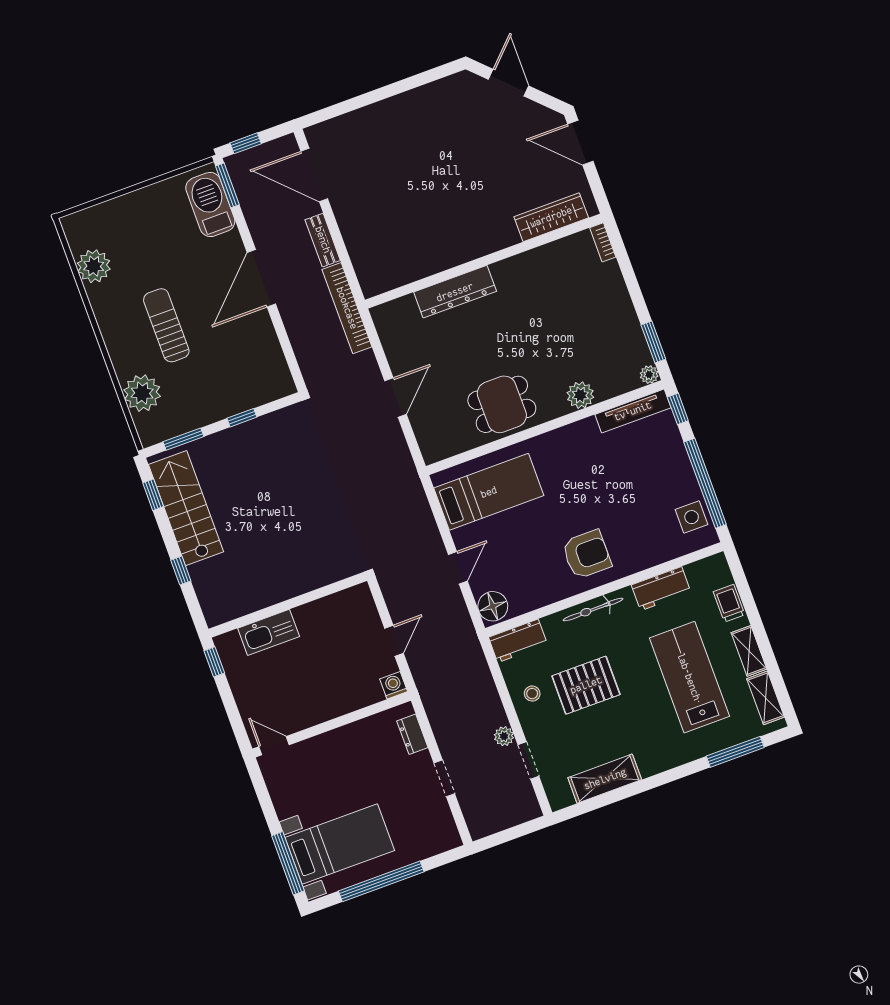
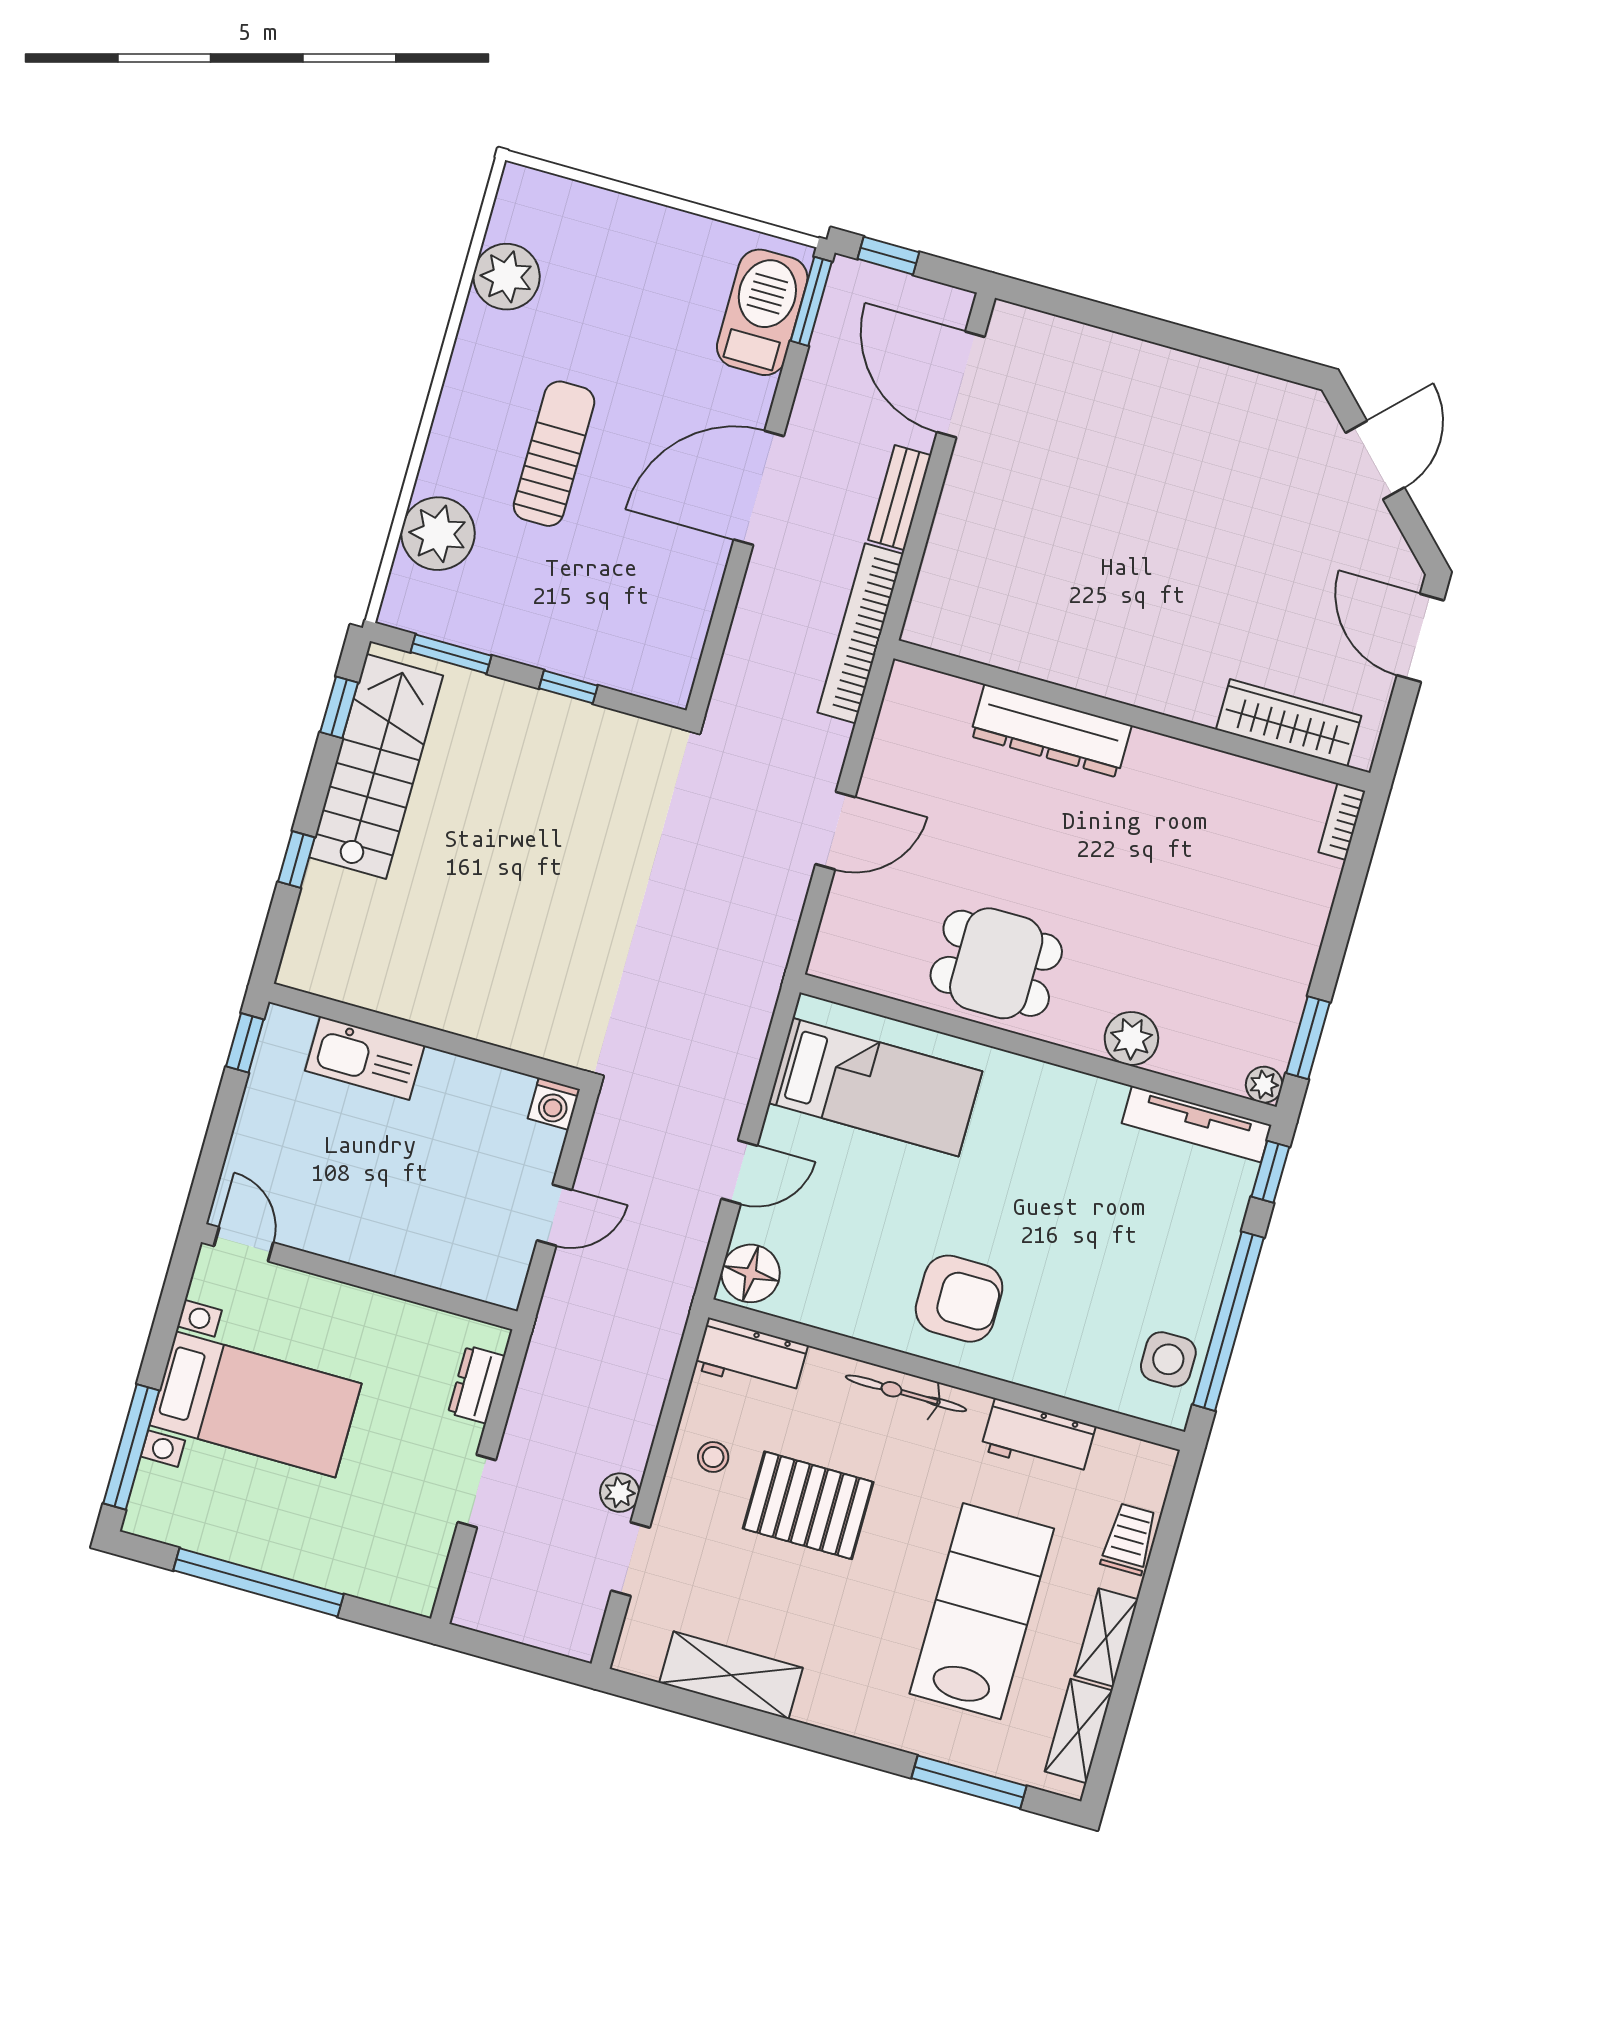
washing machine: (394, 685) -> (554, 1104), moved, turned 180
bed with nightstands: (340, 844) -> (255, 1404), moved

